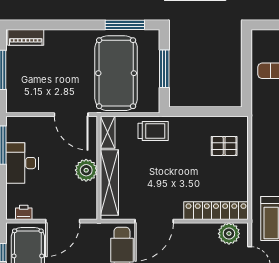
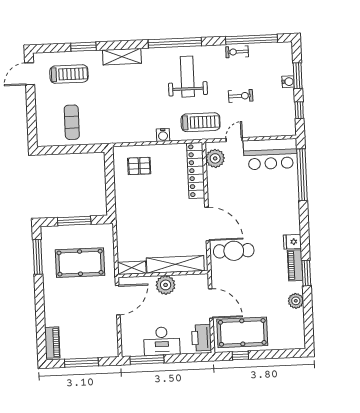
pool table: (116, 73) -> (80, 263), width x0.73, depth x0.76
trolley: (153, 131) -> (129, 228), removed
pallet: (224, 146) -> (139, 166), turned 90
water cooler: (258, 175) -> (163, 135), added
printer: (24, 212) -> (202, 338), width x1.87, depth x1.48

